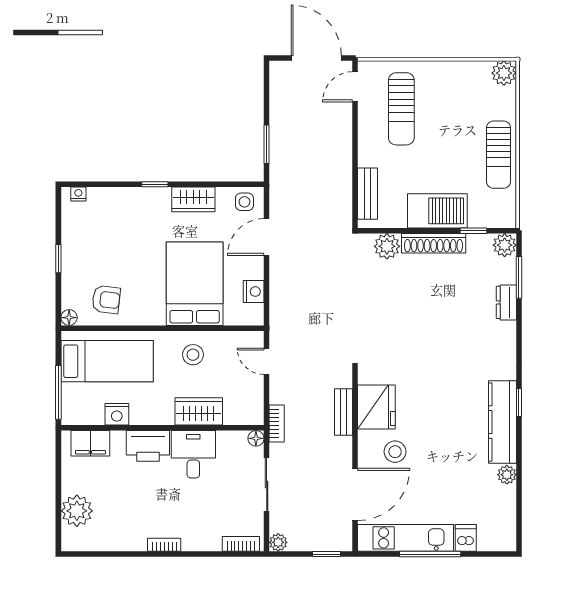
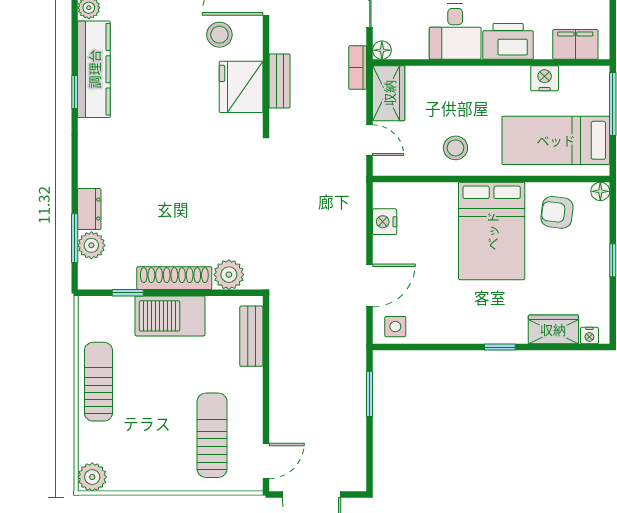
wardrobe: (193, 199) -> (553, 329), moved
plant: (505, 245) -> (91, 245), moved
bed: (195, 284) -> (492, 231), moved
wardrobe: (199, 411) -> (389, 93), moved, turned -90

